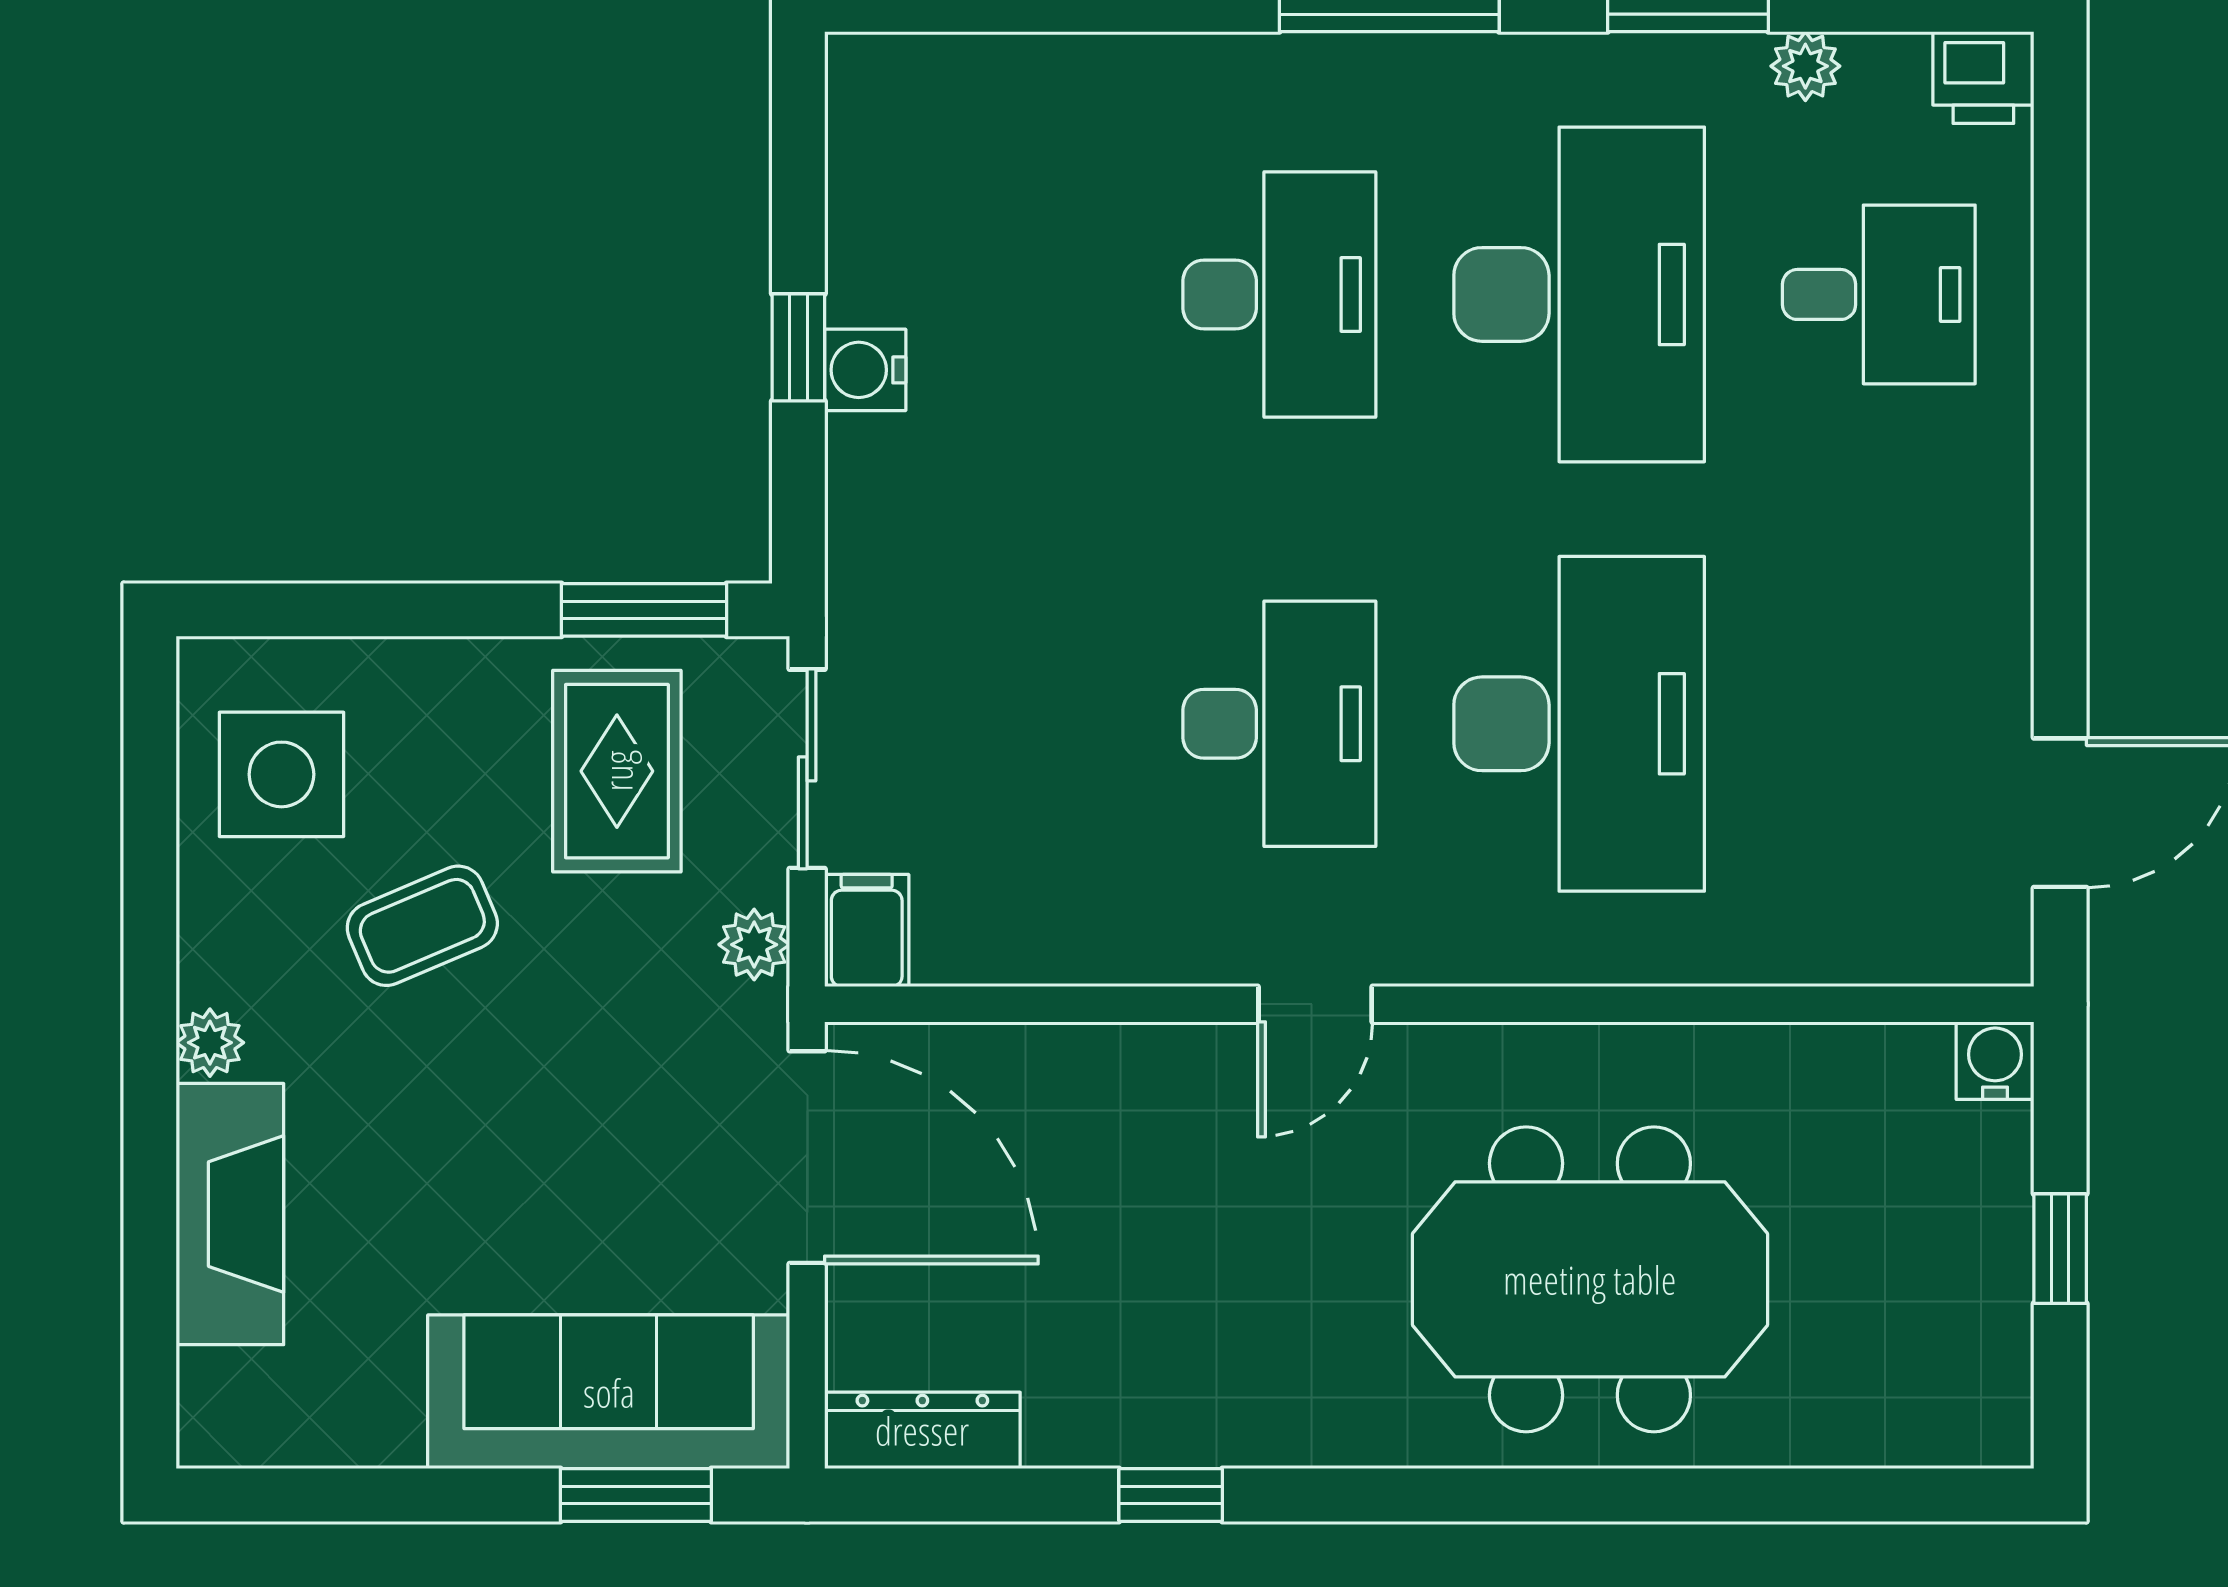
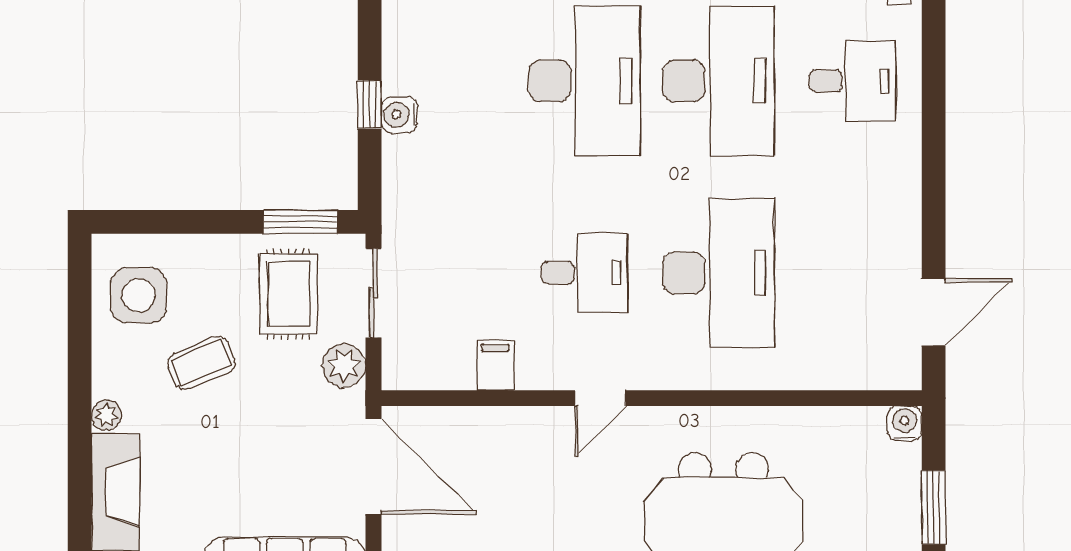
desk: (1279, 294) -> (585, 81), width x1.36, depth x1.30
desk: (1279, 724) -> (585, 273), width x0.73
filing cabinet: (867, 931) -> (495, 365), moved
plant: (754, 945) -> (344, 366), width x1.38, depth x1.38
window: (2060, 1249) -> (934, 507), width x1.50

